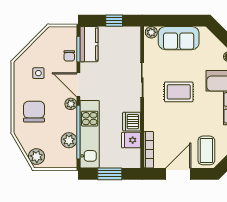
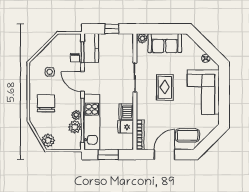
rug: (179, 92) -> (165, 87), turned 90
plant: (71, 104) -> (76, 115), moved
coffee table: (206, 150) -> (187, 135), turned 90

